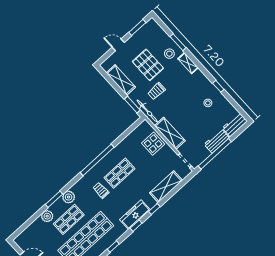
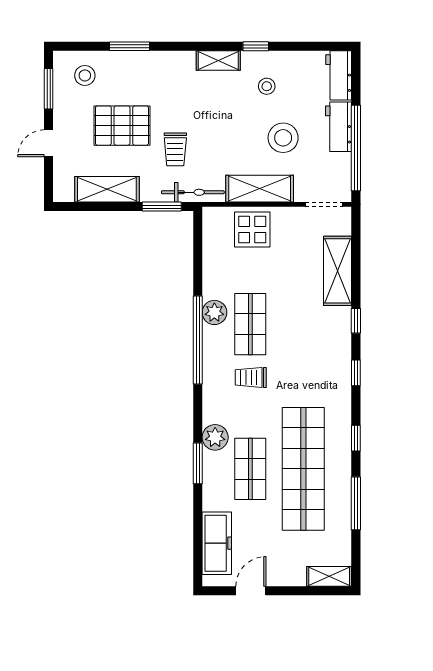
stool: (169, 54) -> (85, 75), moved
shelving: (188, 63) -> (218, 61), moved
stool: (195, 125) -> (283, 138), added
freezer: (135, 215) -> (217, 543), moved, turned 180
plant: (47, 216) -> (214, 312), moved

